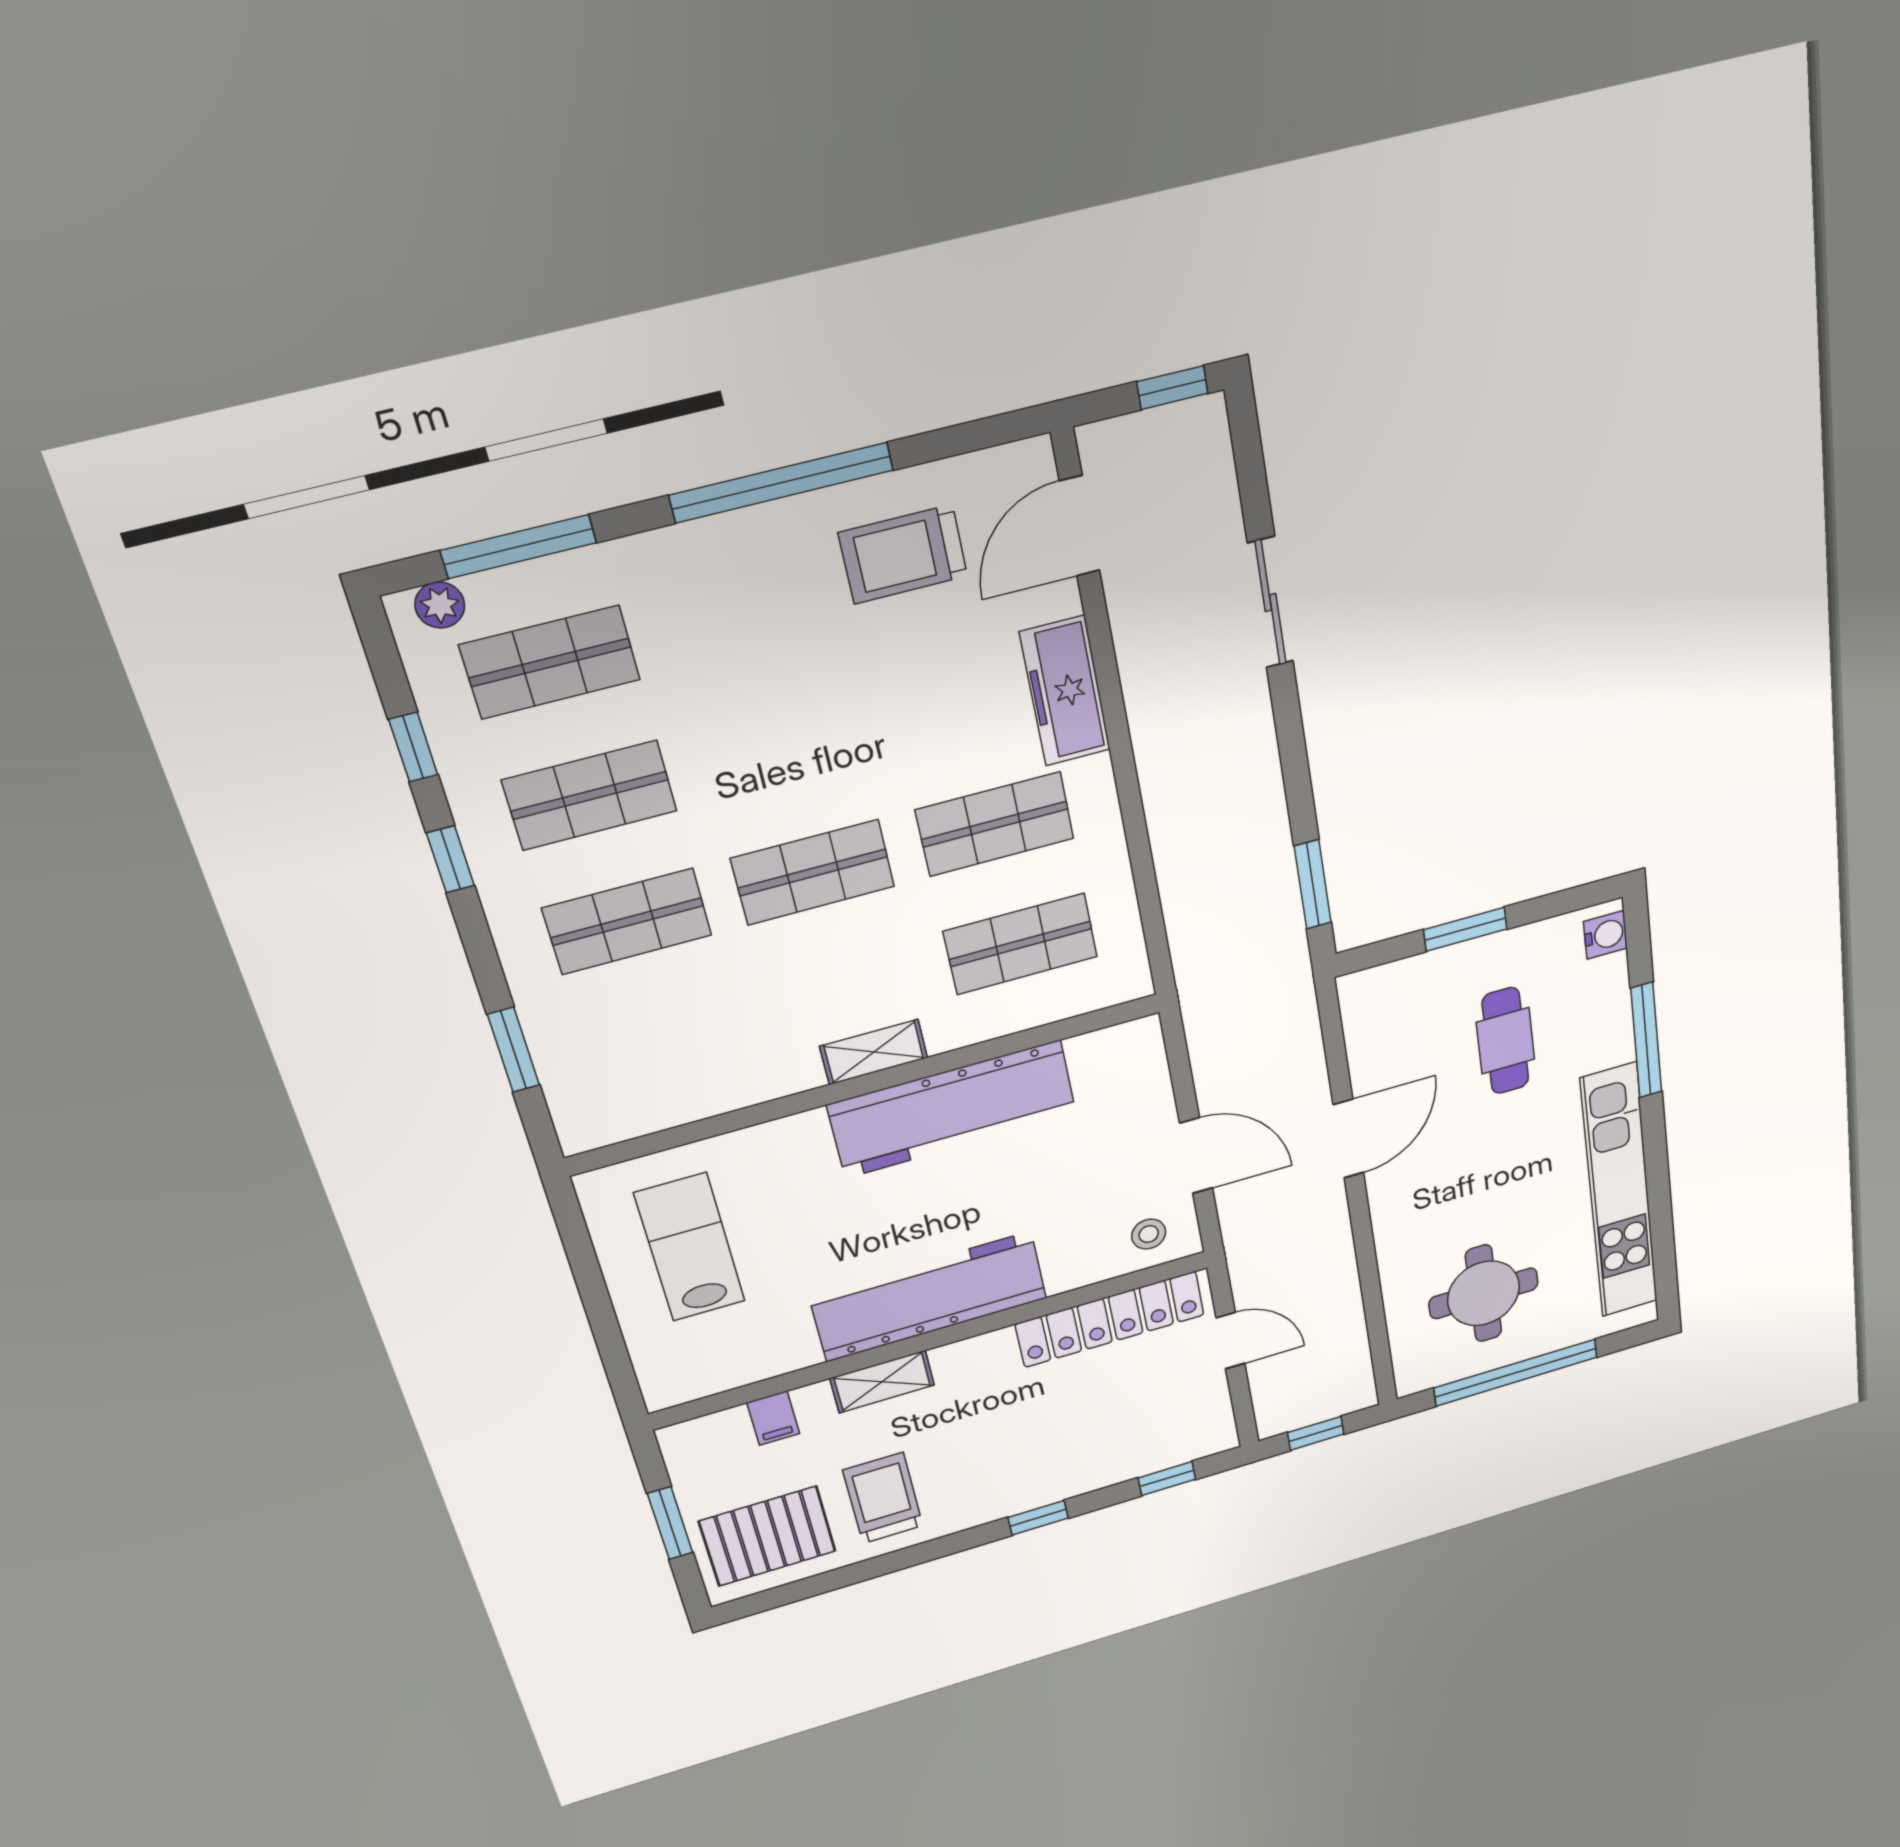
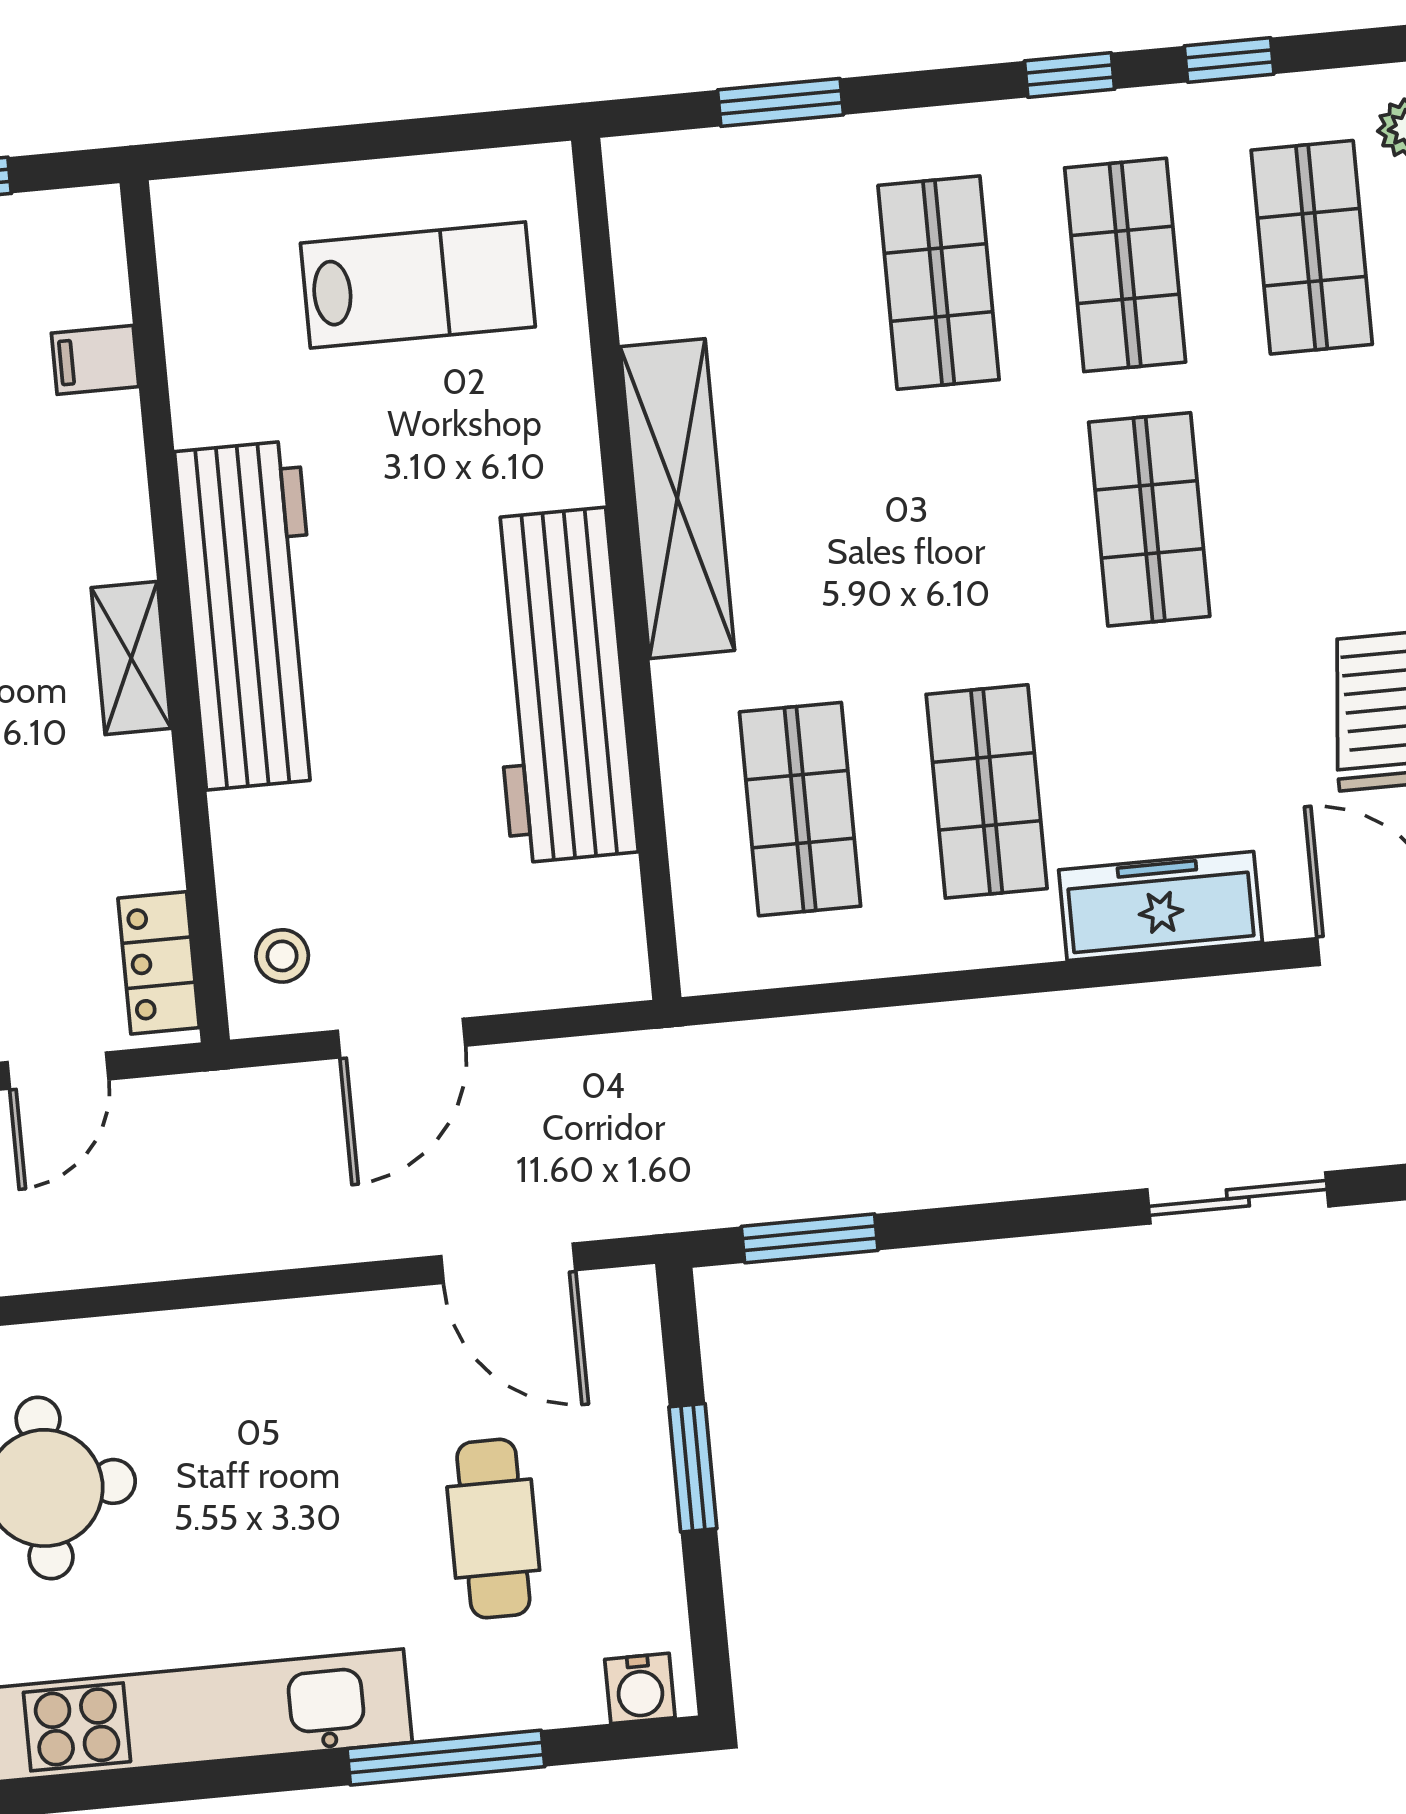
shop shelf: (813, 872) -> (1149, 519), moved
cafe table: (1505, 1041) -> (493, 1529), turned 90
shelving: (874, 1052) -> (677, 499), width x2.20, depth x1.33
door: (1348, 1139) -> (508, 1263), moved
locker: (1110, 1319) -> (159, 963), width x0.46, depth x0.83
shelving: (882, 1382) -> (131, 658), moved

